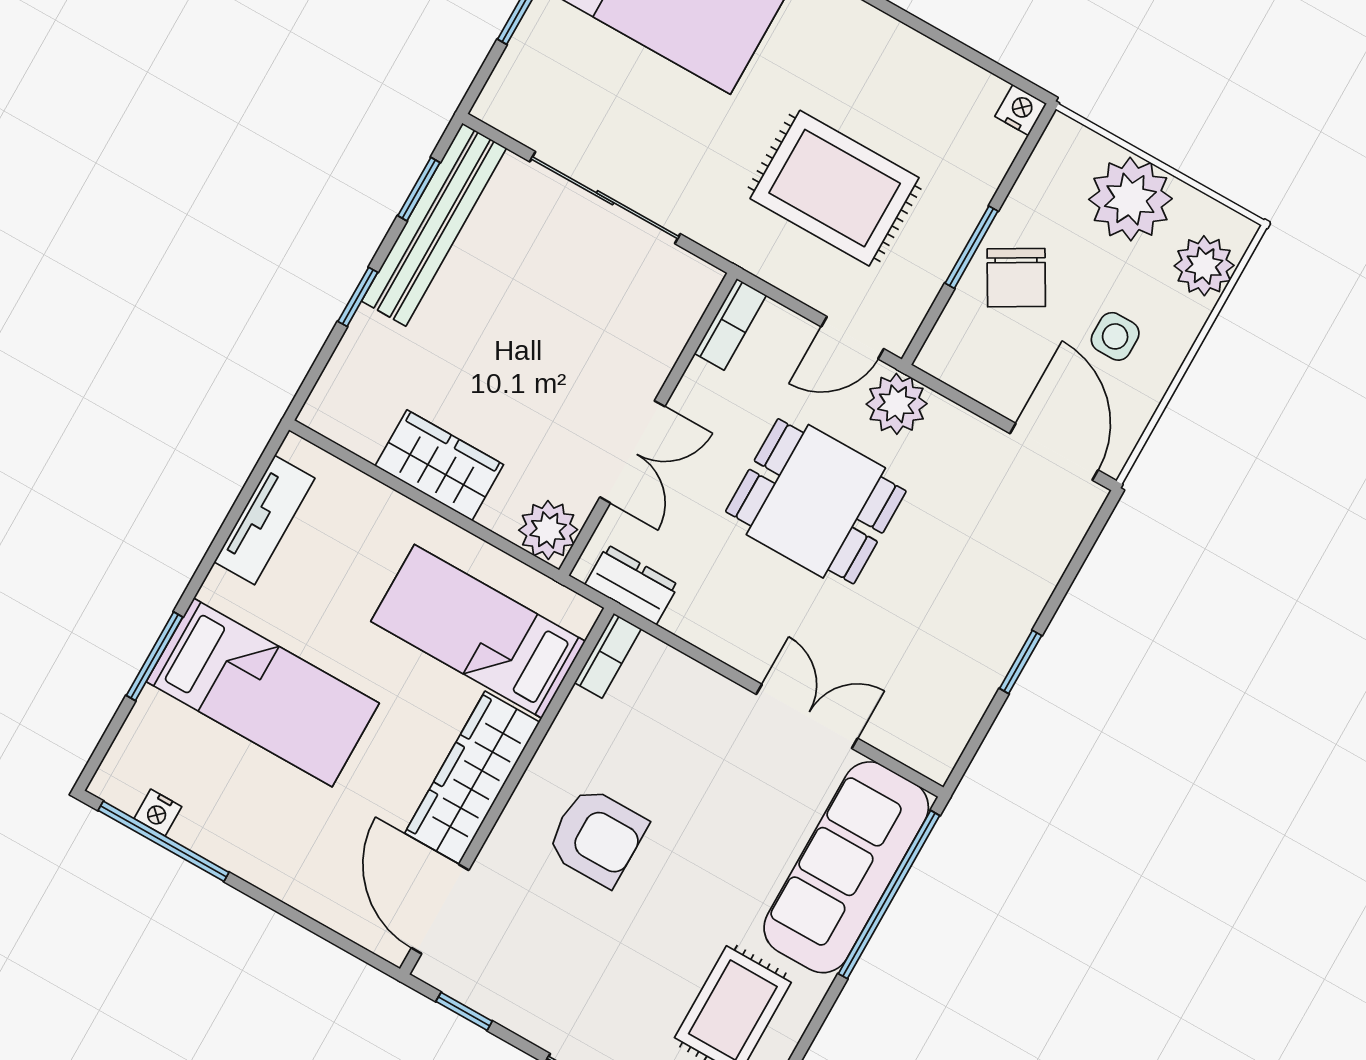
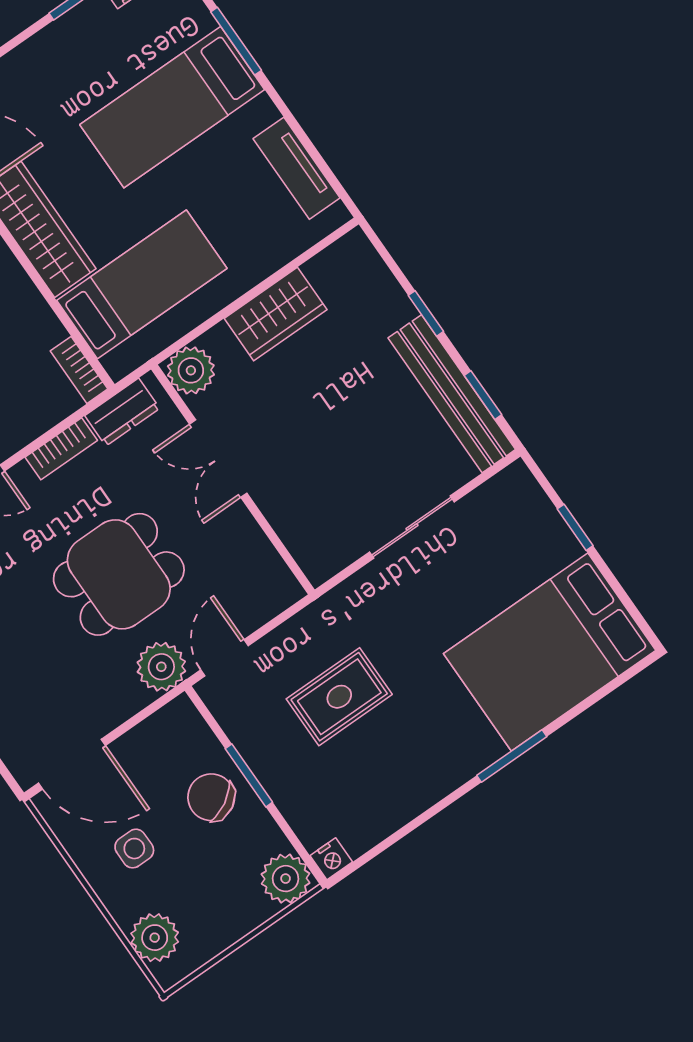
rug: (835, 188) -> (339, 697), width x0.73, depth x0.70
sliding door: (605, 198) -> (412, 527), width x0.73
plant: (1130, 199) -> (286, 879), moved, width x0.73, depth x0.73
bookcase: (730, 324) -> (61, 449), moved, turned -90

